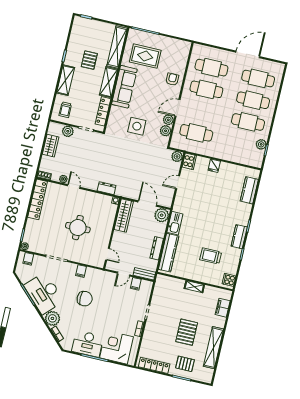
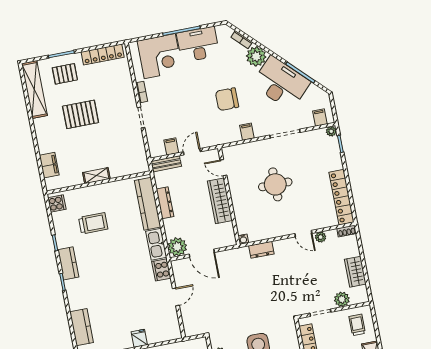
plant: (177, 156) -> (191, 329), removed
cooker: (189, 161) -> (161, 270), moved
wardrobe: (124, 216) -> (220, 201), moved
pallet: (187, 332) -> (81, 114), turned 90
shelving: (213, 348) -> (34, 90), moved

